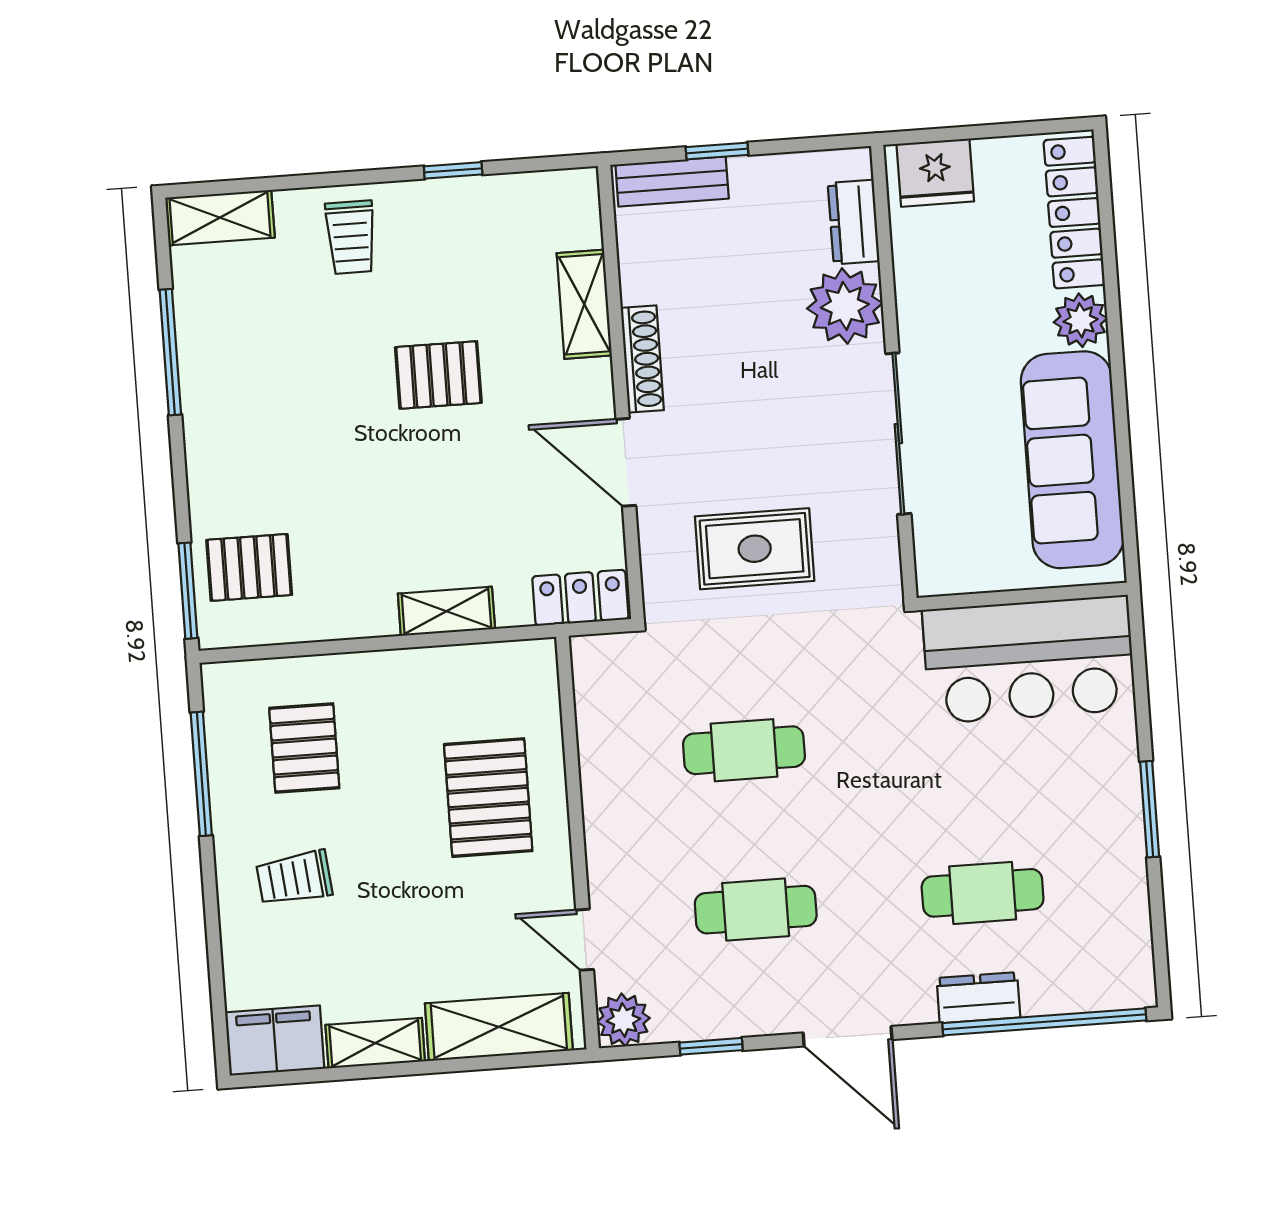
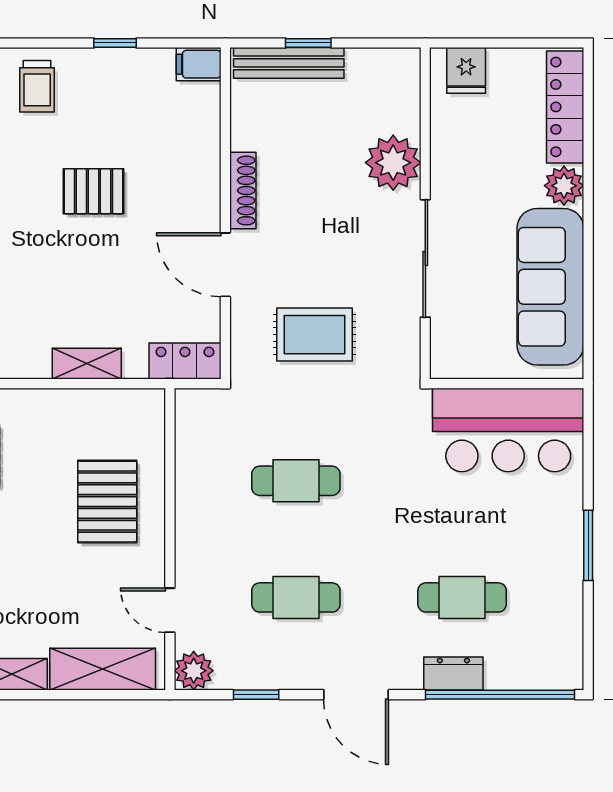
fridge: (935, 173) -> (466, 70), width x0.72
bench: (672, 182) -> (289, 63), width x1.36
filing cabinet: (569, 191) -> (199, 64), added
dresser: (854, 222) -> (404, 102), removed
shelving: (584, 304) -> (203, 148), removed

